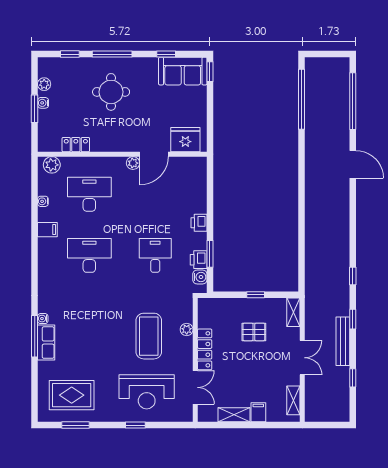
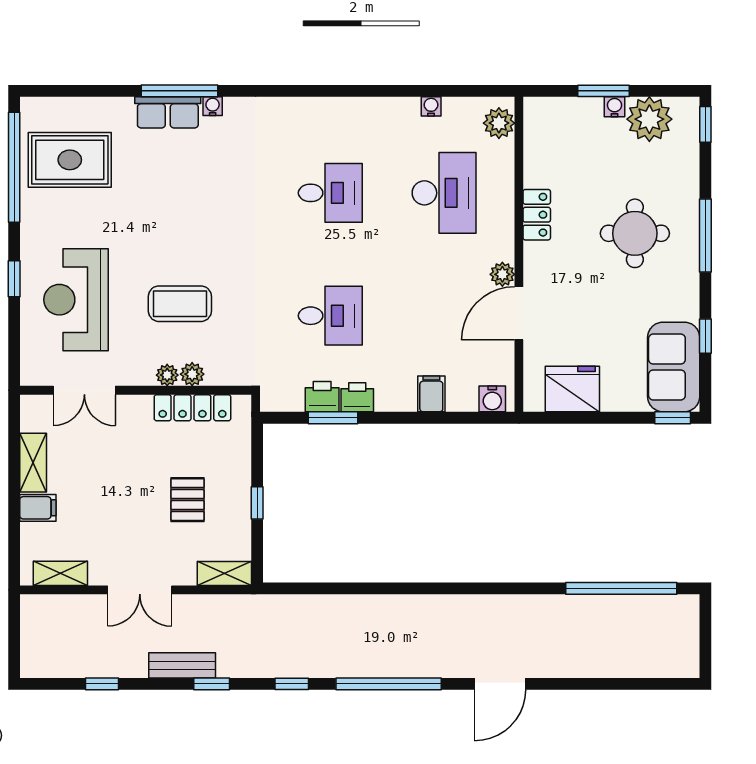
window: (70, 54) -> (705, 124), moved
plant: (44, 84) -> (649, 119), width x1.87, depth x1.87
window: (353, 101) -> (389, 684), moved
fridge: (185, 140) -> (572, 389), moved, turned -90
locker: (76, 145) -> (537, 215), moved
door: (154, 154) -> (519, 313), hinge flipped
printer: (199, 223) -> (357, 397), moved
filing cabinet: (47, 230) -> (431, 394), moved, turned 180
desk: (89, 255) -> (330, 193), width x0.73
water cooler: (200, 277) -> (492, 399), moved
coffee table: (149, 336) -> (180, 304), width x0.73, depth x0.76
bench: (343, 341) -> (182, 665), width x0.73
plant: (187, 343) -> (167, 375), added
locker: (205, 349) -> (192, 408), moved
rug: (72, 395) -> (70, 160), turned 90
window: (76, 425) -> (14, 167), width x2.11

